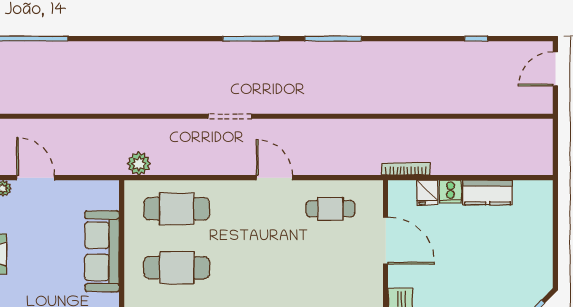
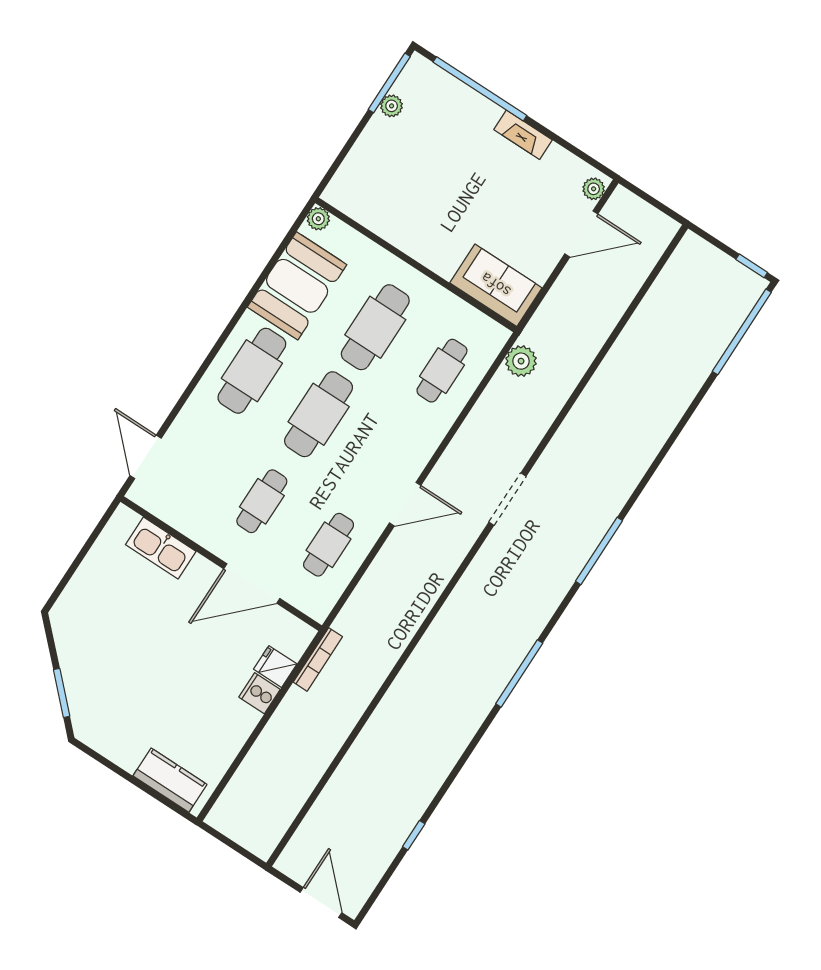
window: (251, 39) -> (599, 551), moved
kitchen counter: (488, 192) -> (170, 780), moved, turned 90
cafe table: (177, 209) -> (442, 371), width x0.73, depth x0.74
sofa: (102, 251) -> (496, 285), moved, width x0.73
cafe table: (254, 268) -> (319, 414), added
cafe table: (330, 268) -> (262, 501), added

